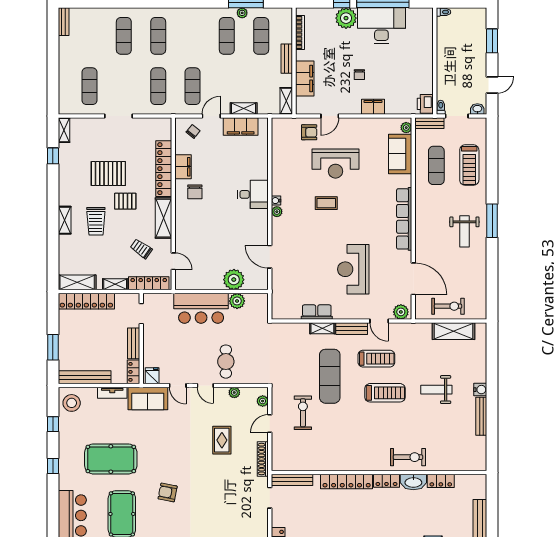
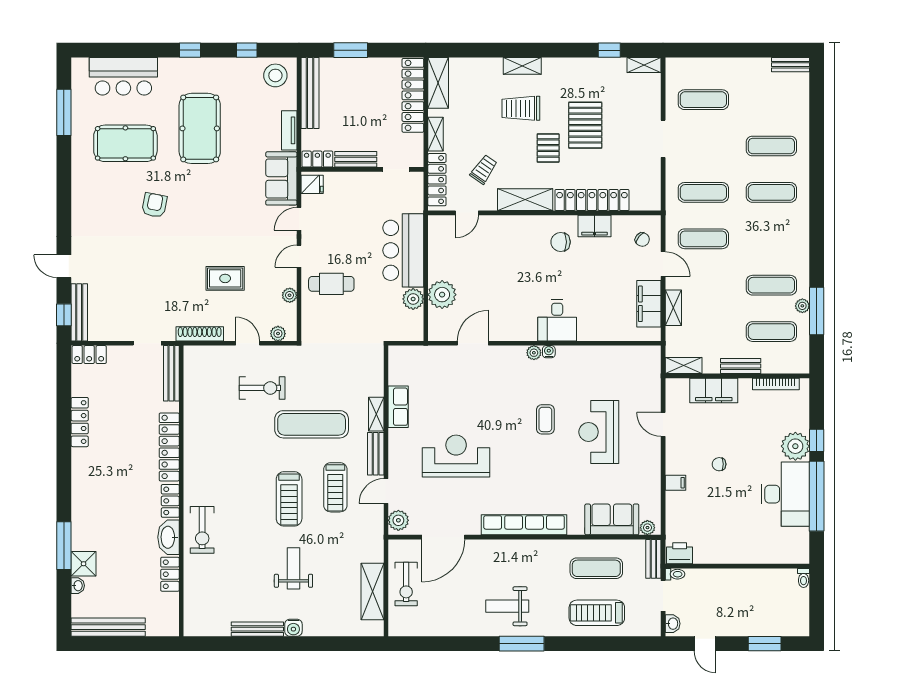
filing cabinet: (373, 107) -> (676, 483), width x0.50
armchair: (309, 132) -> (641, 396), removed

